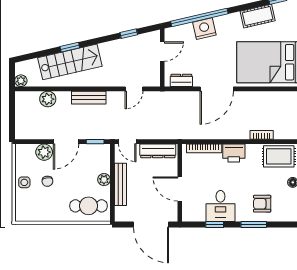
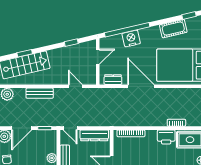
door: (134, 89) -> (75, 86), swing flipped
door: (217, 89) -> (141, 86), swing flipped
printer: (234, 153) -> (166, 137), moved

